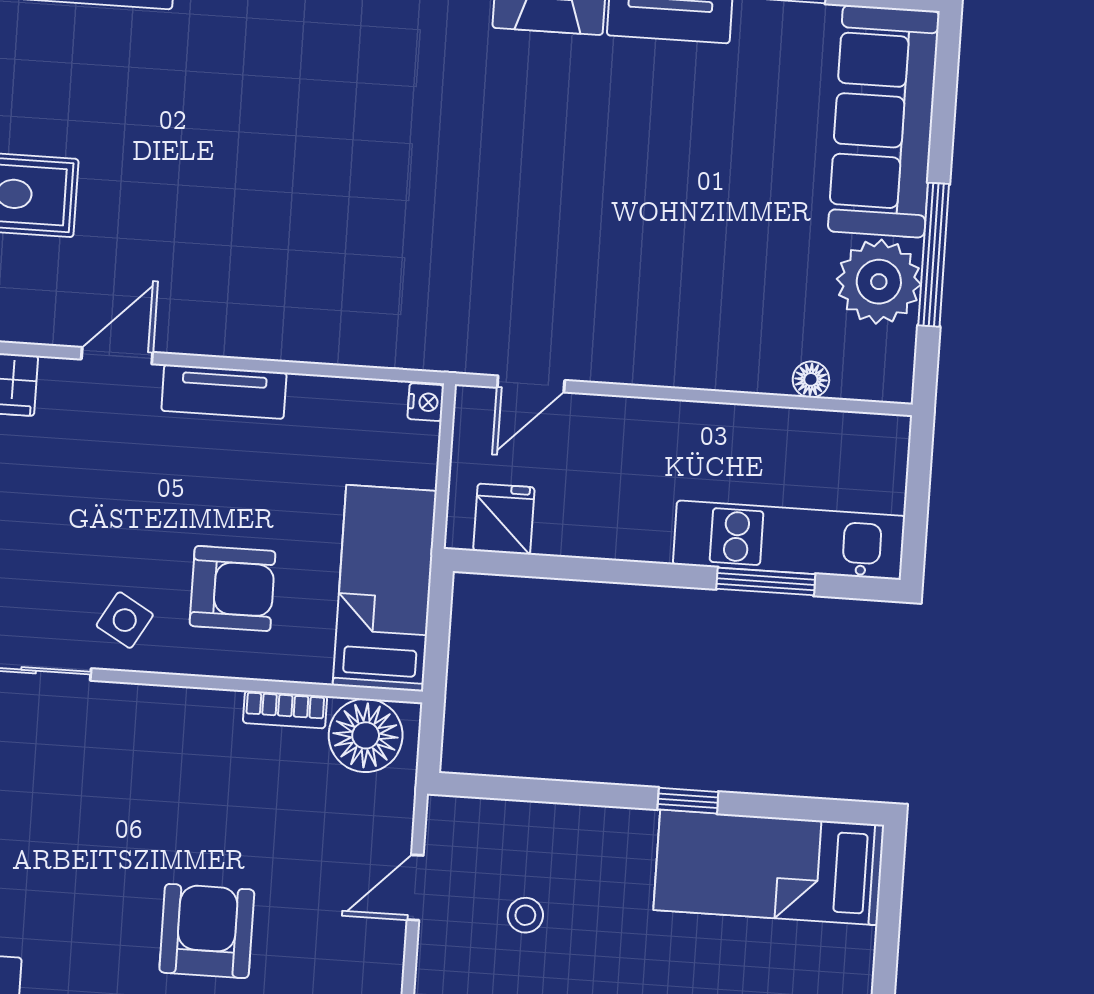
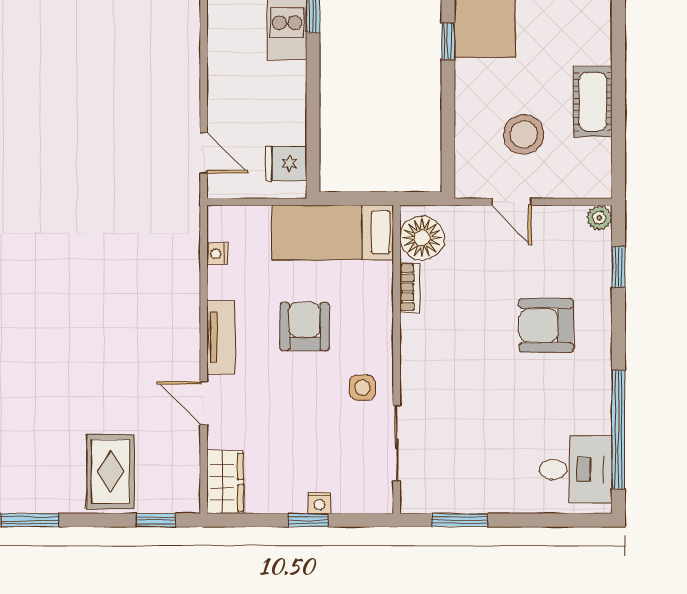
nightstand: (426, 402) -> (217, 253), moved, turned -90
armchair: (233, 589) -> (304, 327), moved
side table: (125, 620) -> (362, 388), turned -30
stool: (525, 915) -> (524, 134), width x1.89, depth x1.89

